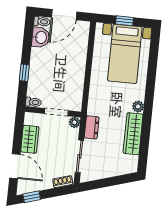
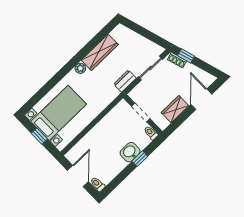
door: (64, 15) -> (78, 176), hinge flipped
washbasin: (41, 37) -> (130, 152), moved
plant: (75, 122) -> (134, 95), removed
window: (32, 197) -> (186, 56), moved

